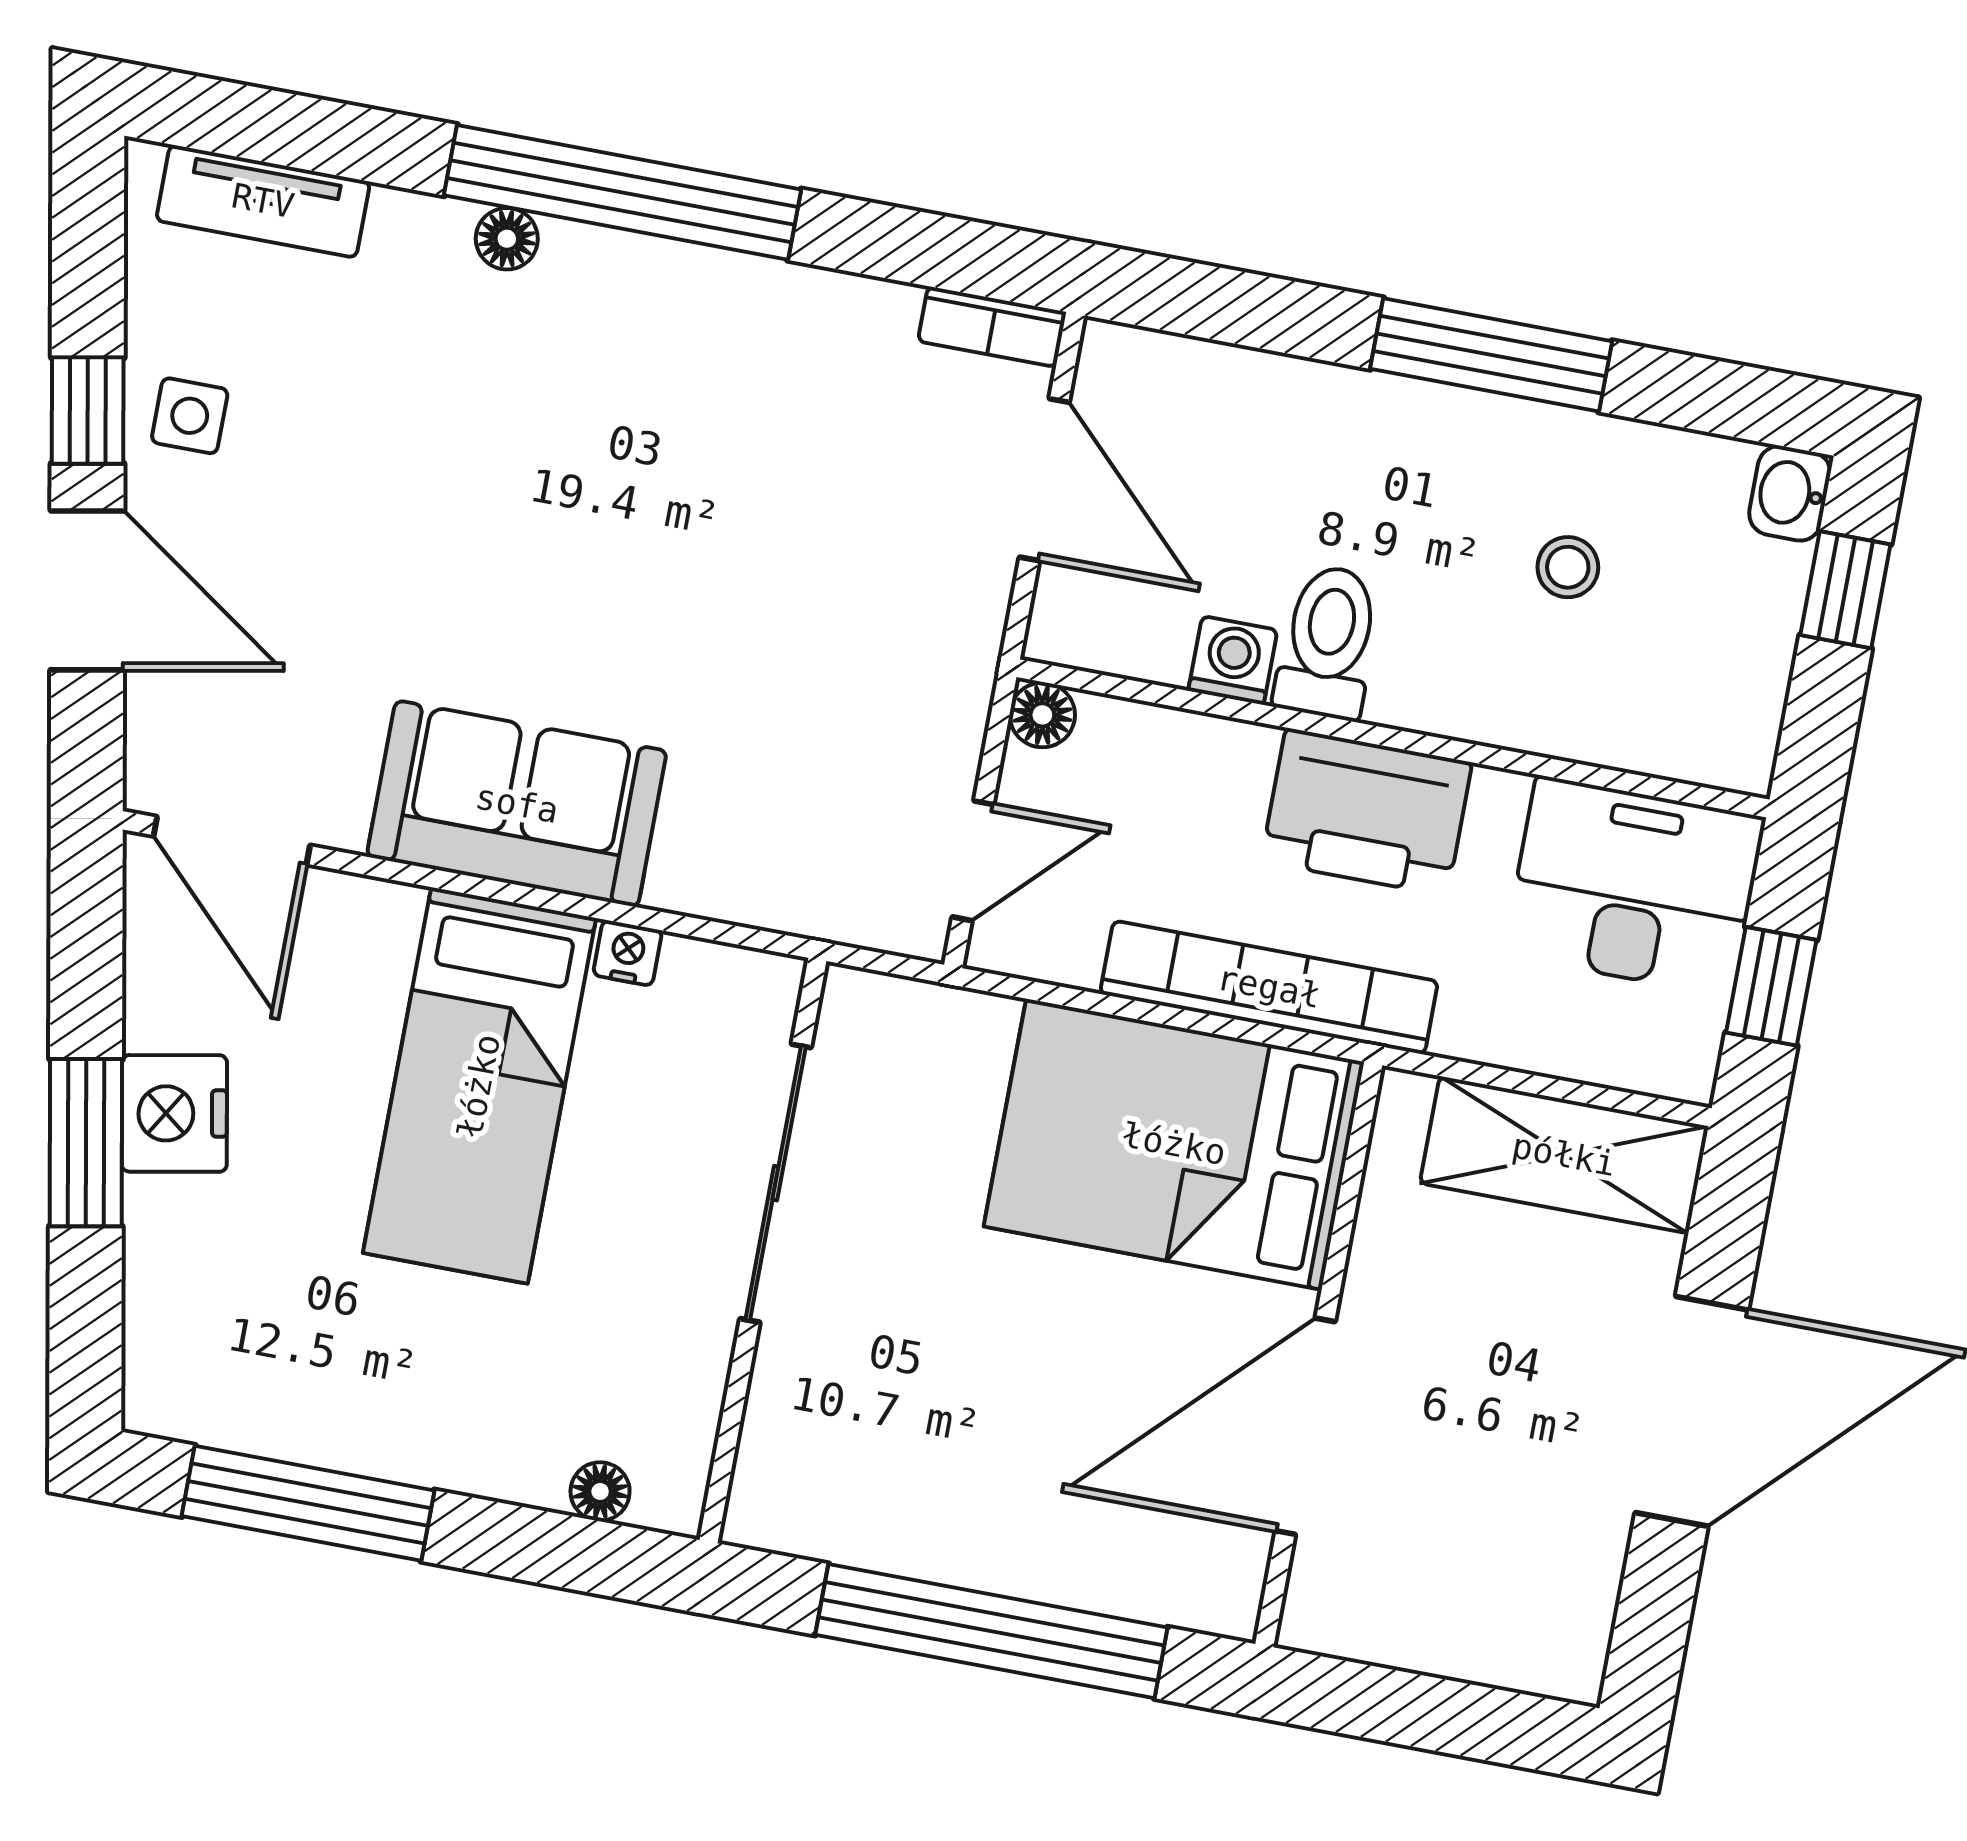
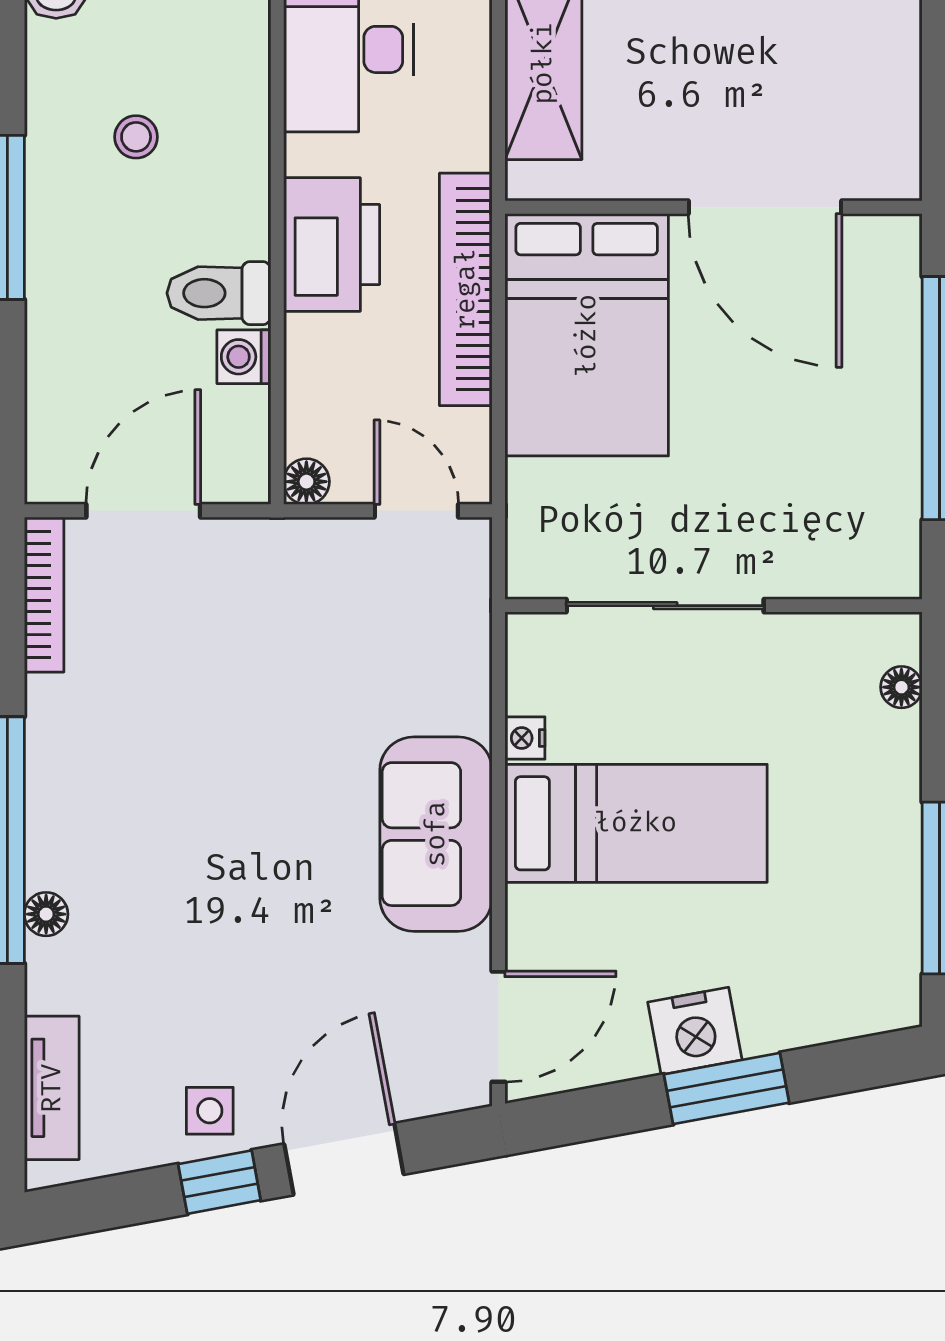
bookcase: (992, 327) -> (44, 595), width x1.56

